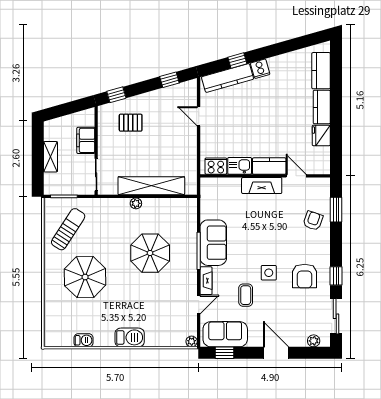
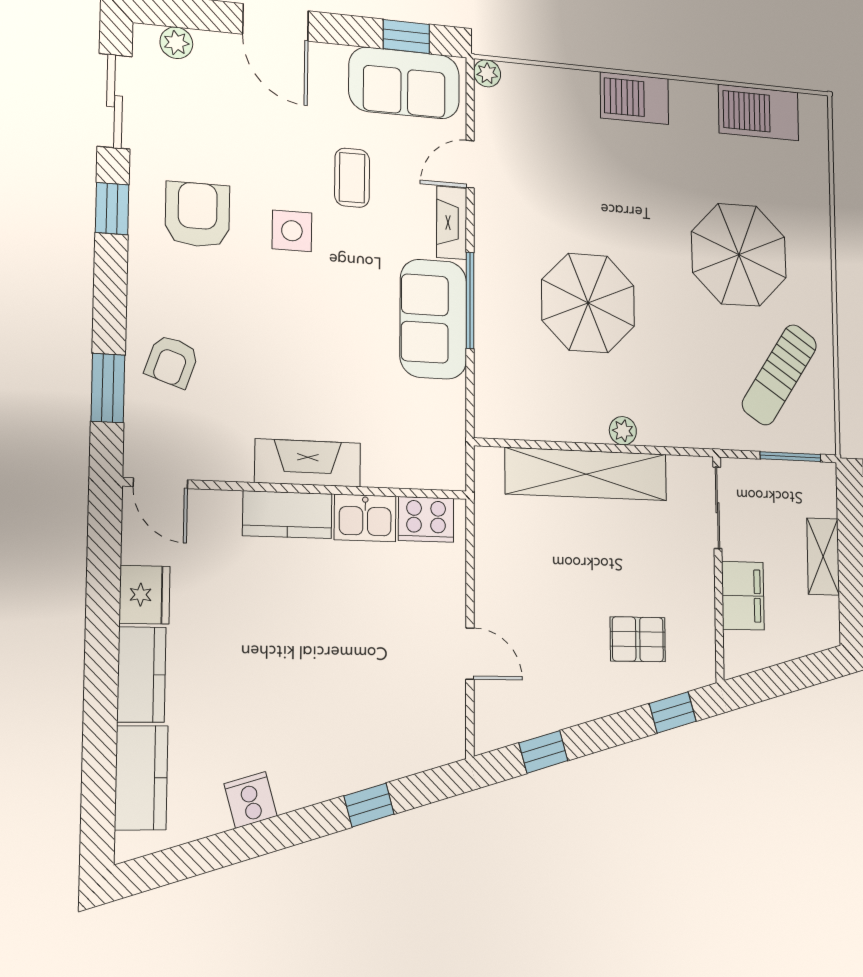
cooker: (260, 69) -> (251, 800), moved
kitchen counter: (228, 78) -> (395, 757), removed
door: (296, 176) -> (160, 483), moved
barbecue: (84, 340) -> (759, 113), width x1.88, depth x1.53

